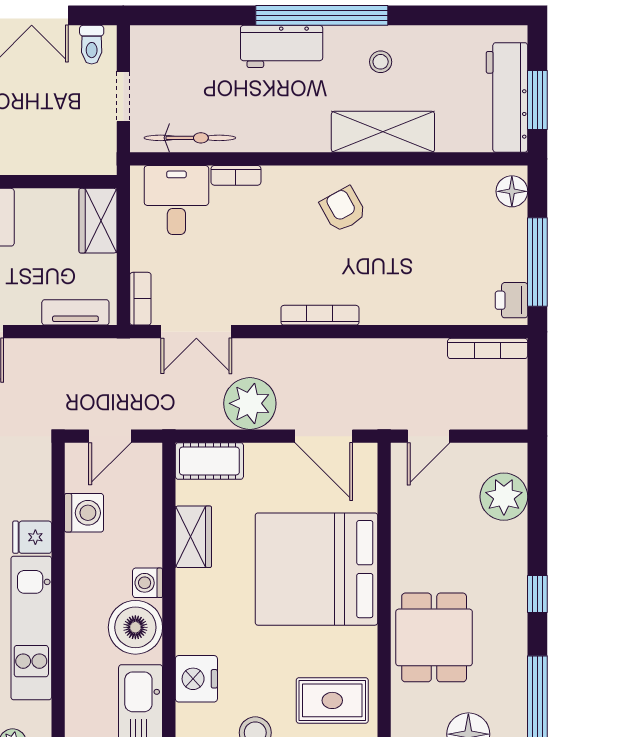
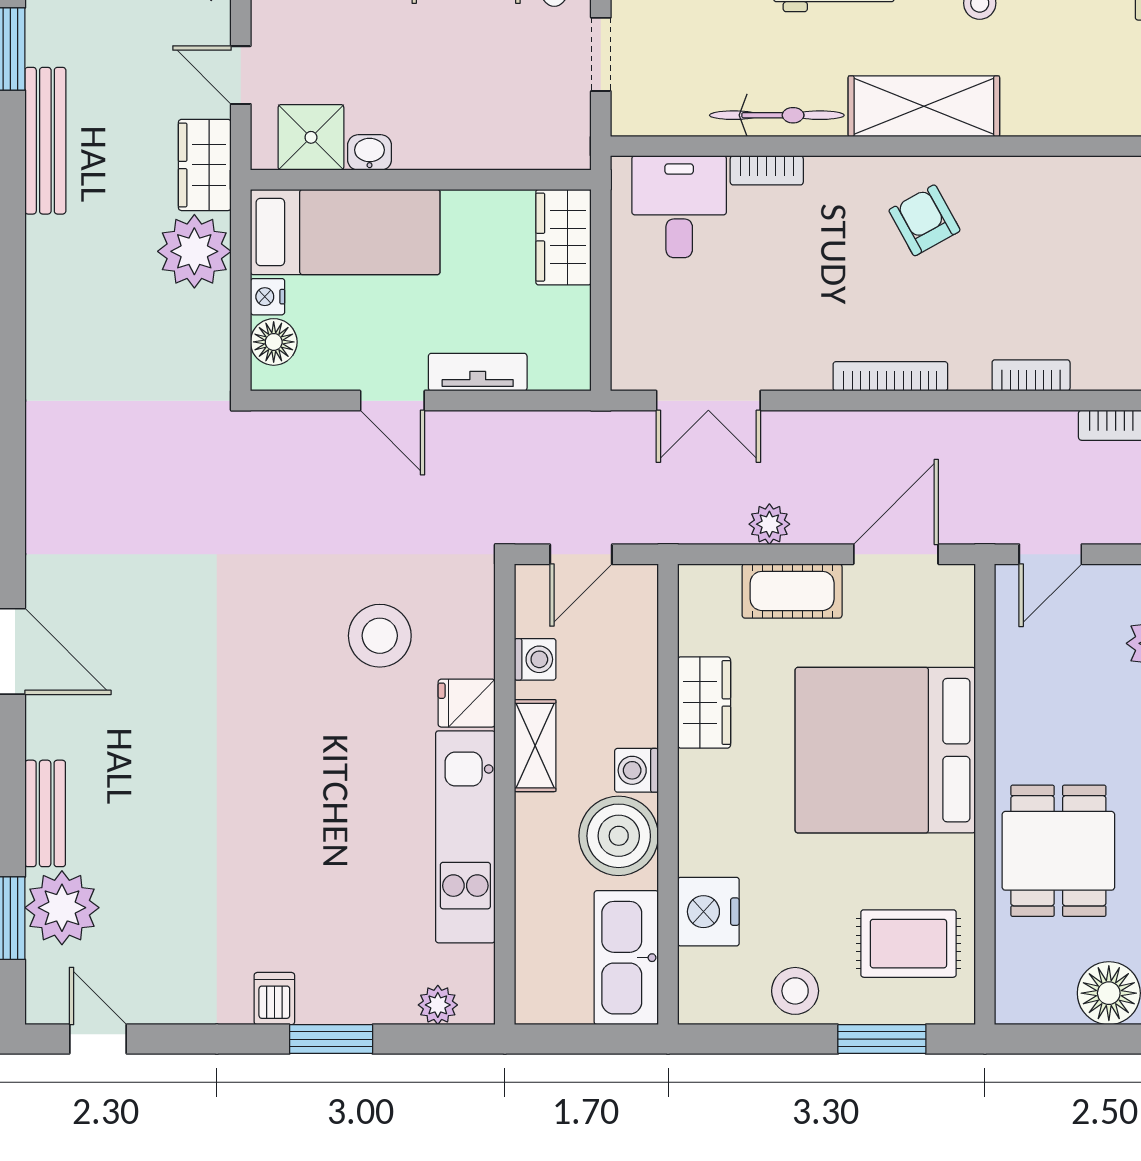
shelving: (383, 132) -> (924, 106), moved
bicycle: (190, 138) -> (777, 115), moved
bookcase: (140, 299) -> (1031, 375), moved, turned -90
tv unit: (75, 312) -> (478, 372), moved
plant: (250, 403) -> (769, 524), width x0.53, depth x0.53
door: (324, 436) -> (896, 554), swing flipped
cot: (209, 461) -> (792, 591), moved
washing machine: (84, 513) -> (535, 659), width x0.73, depth x0.73
shelving: (79, 566) -> (535, 746), added

